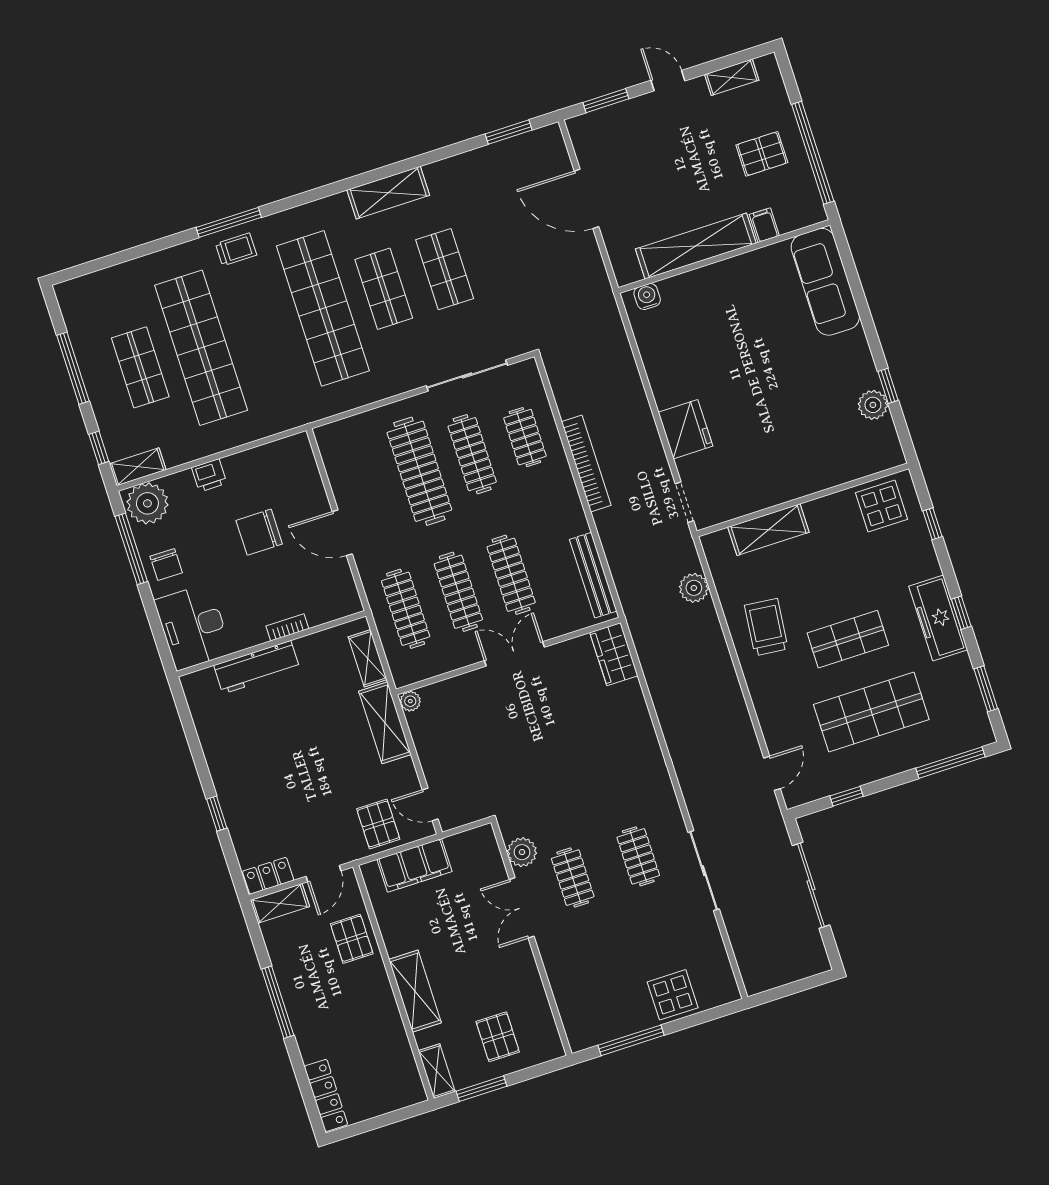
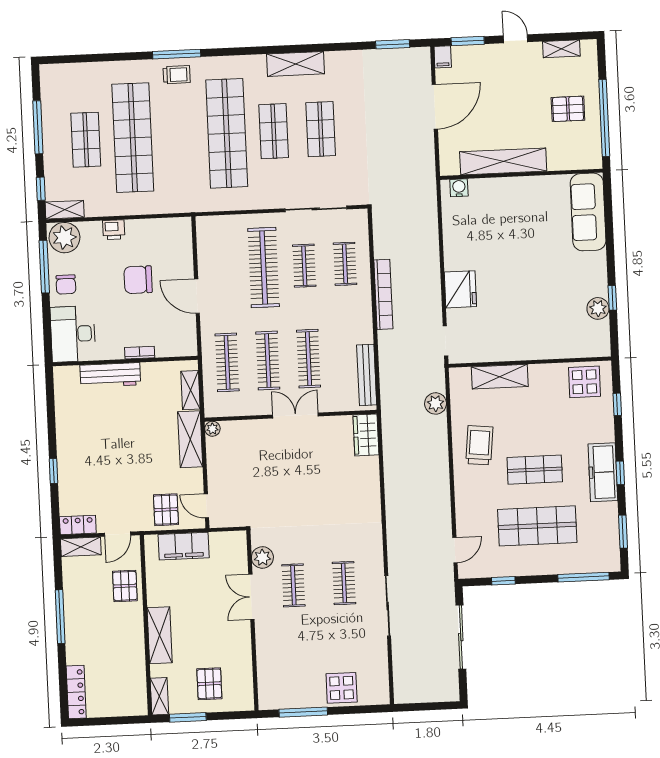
door: (586, 199) -> (435, 107), swing flipped
filing cabinet: (764, 225) -> (443, 57), moved, turned 180
clothes rail: (472, 454) -> (304, 266), width x0.73

